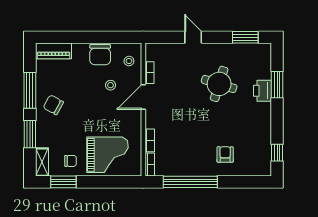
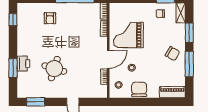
grand piano: (107, 155) -> (128, 35), moved

